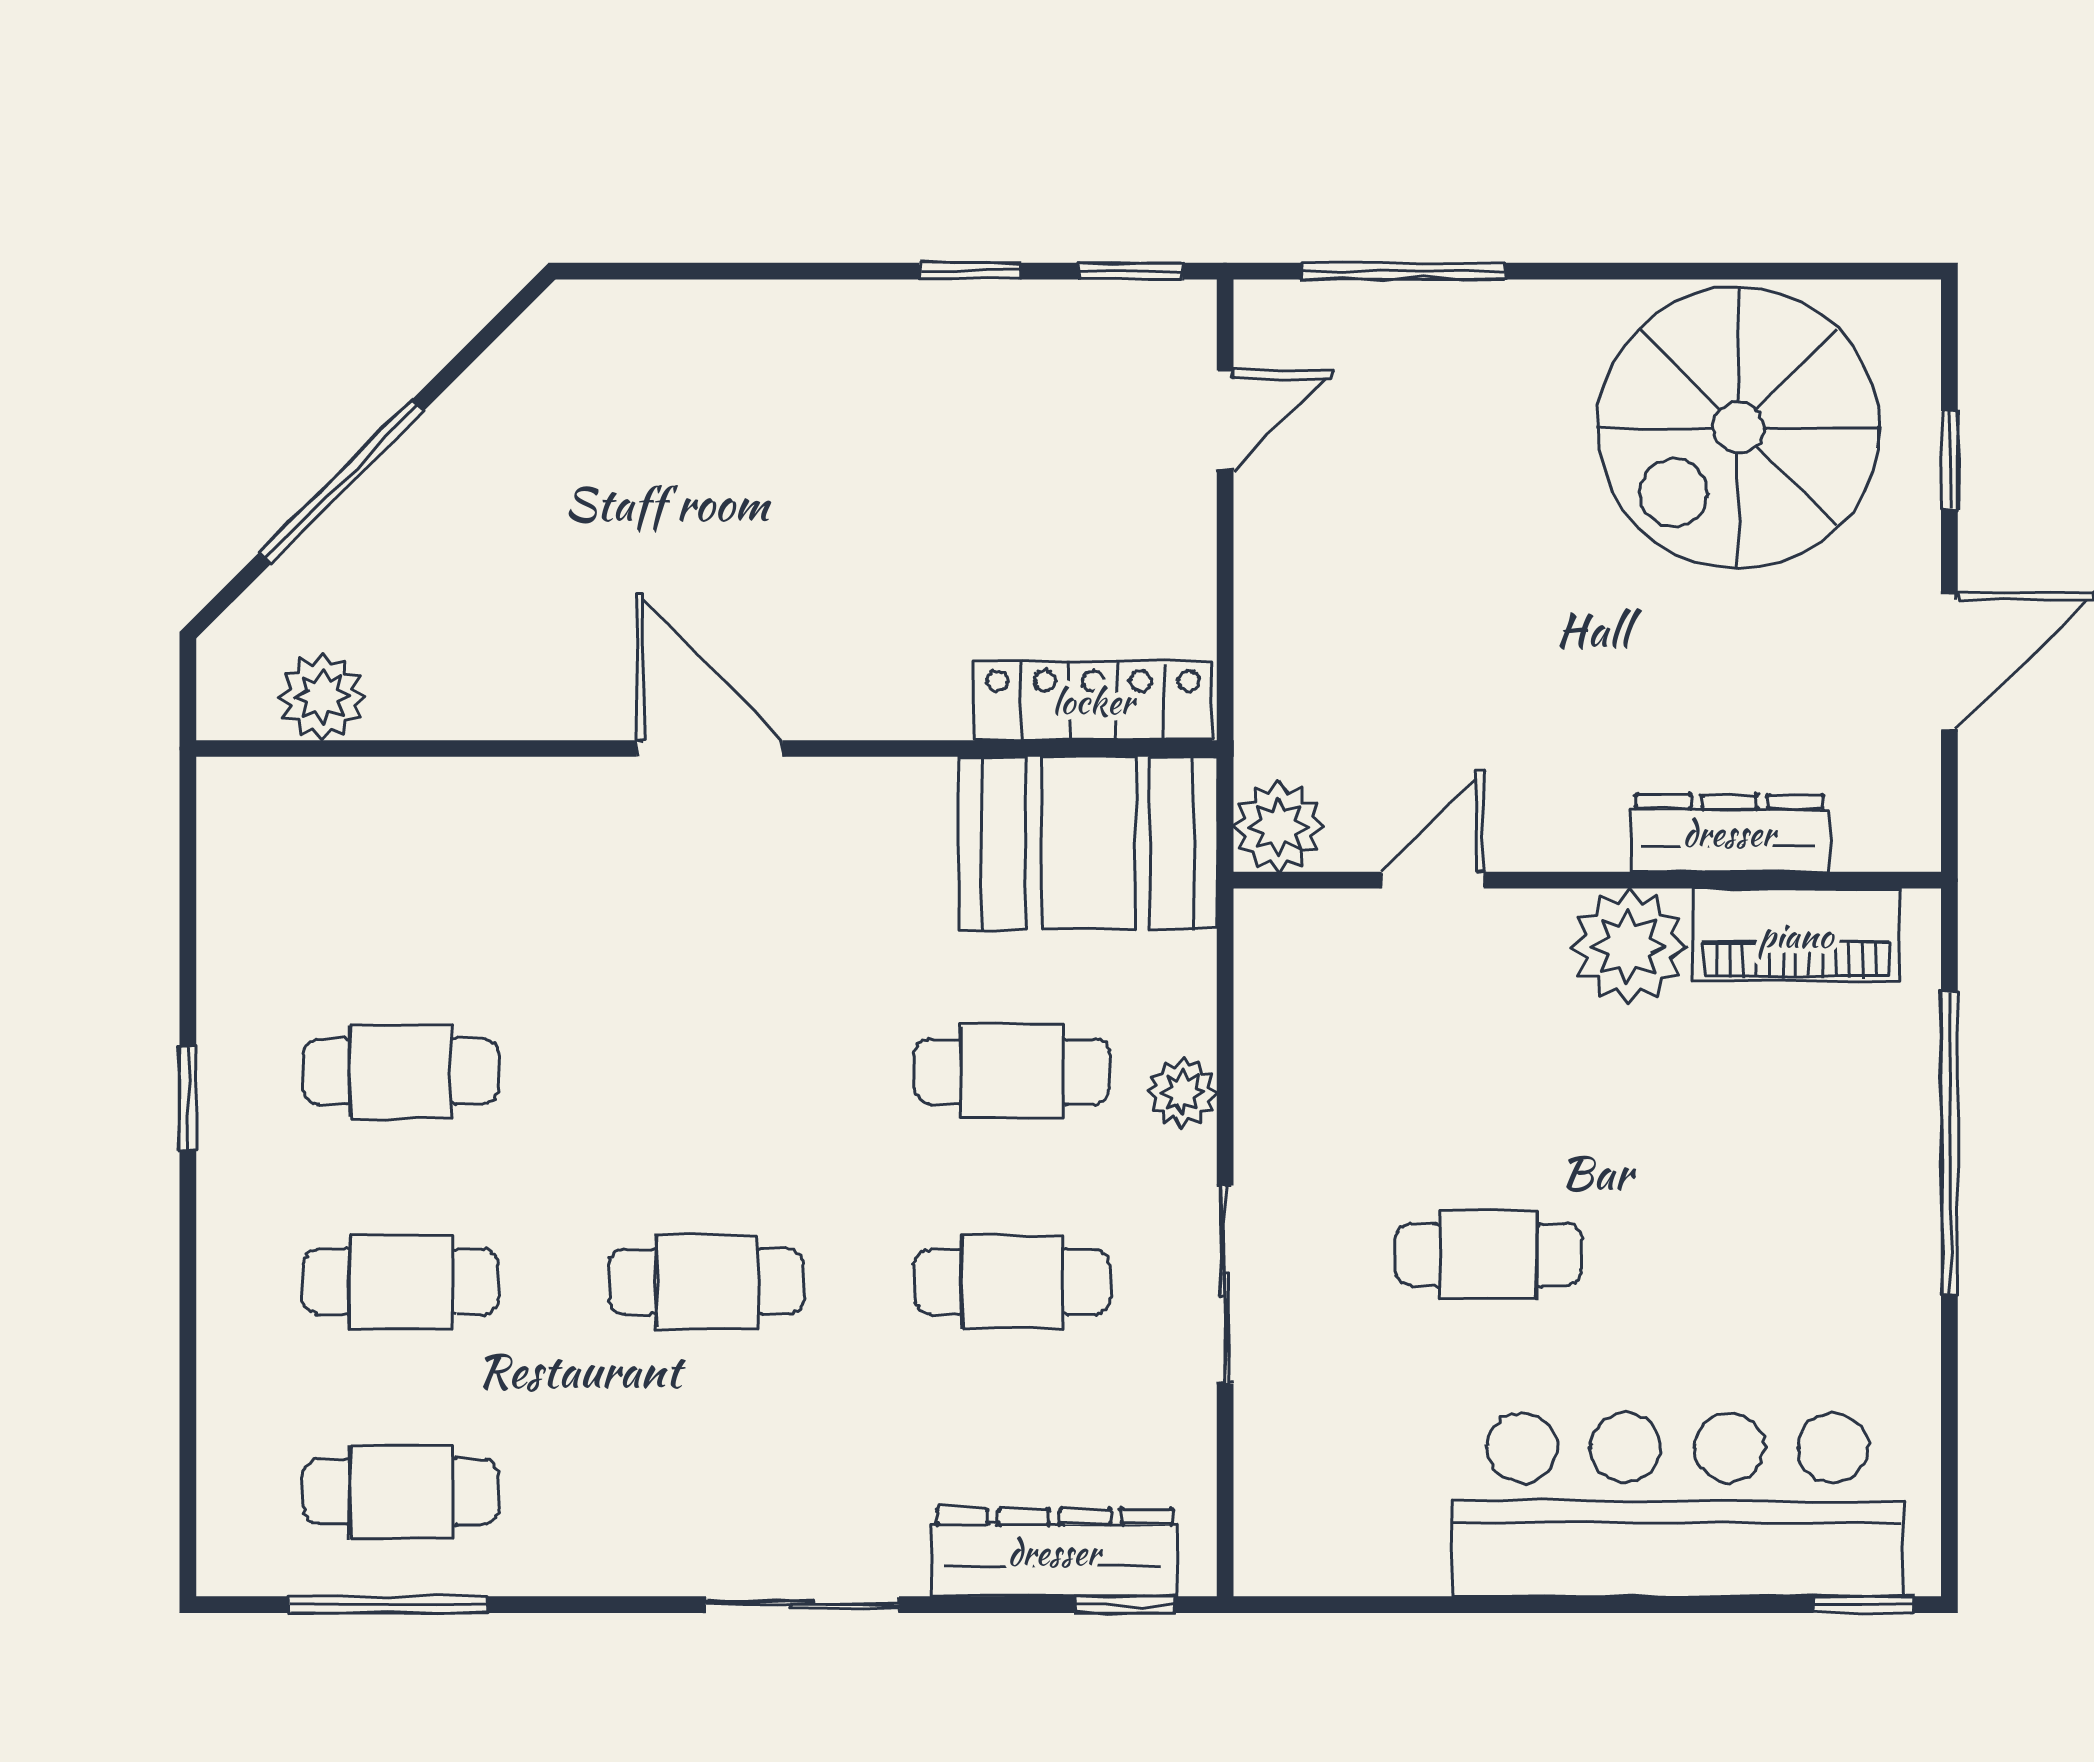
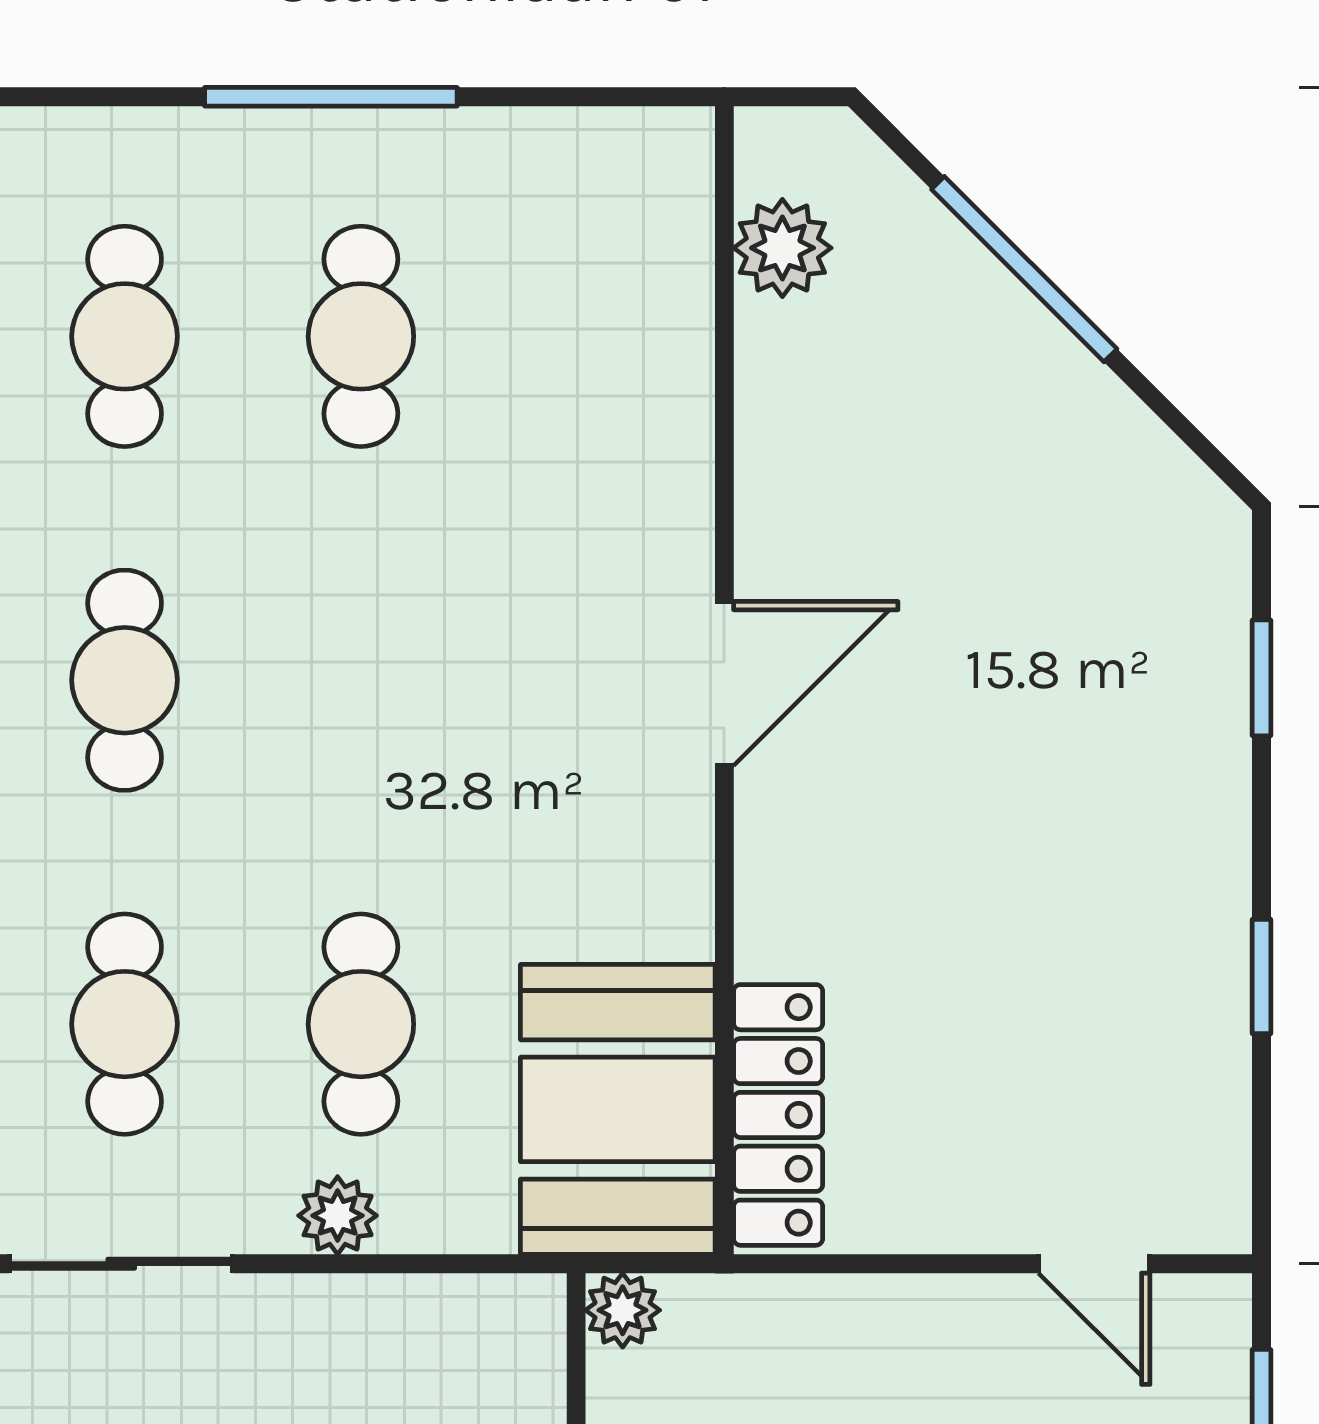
window: (1131, 271) -> (1262, 678), moved
plant: (1279, 827) -> (623, 1310), width x0.73, depth x0.73
window: (188, 1098) -> (331, 97), width x2.17

